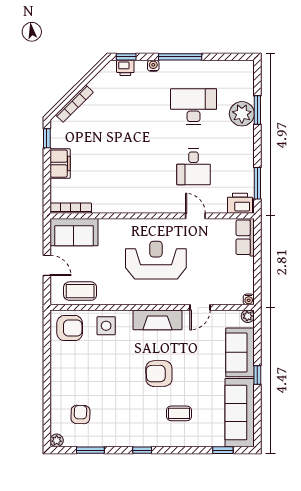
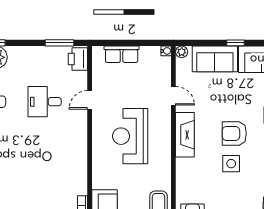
desk: (194, 167) -> (45, 102), turned 180
row of seats: (245, 237) -> (122, 54), moved
side table: (106, 326) -> (231, 164), moved
armchair: (159, 374) -> (234, 133), turned 91

